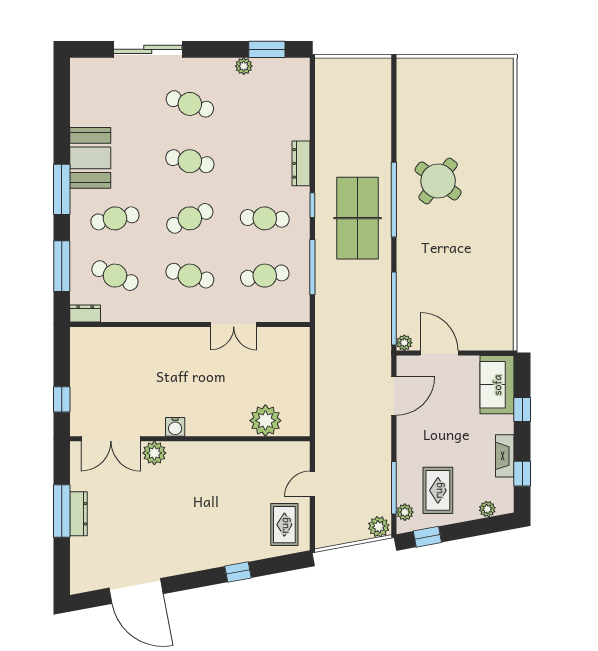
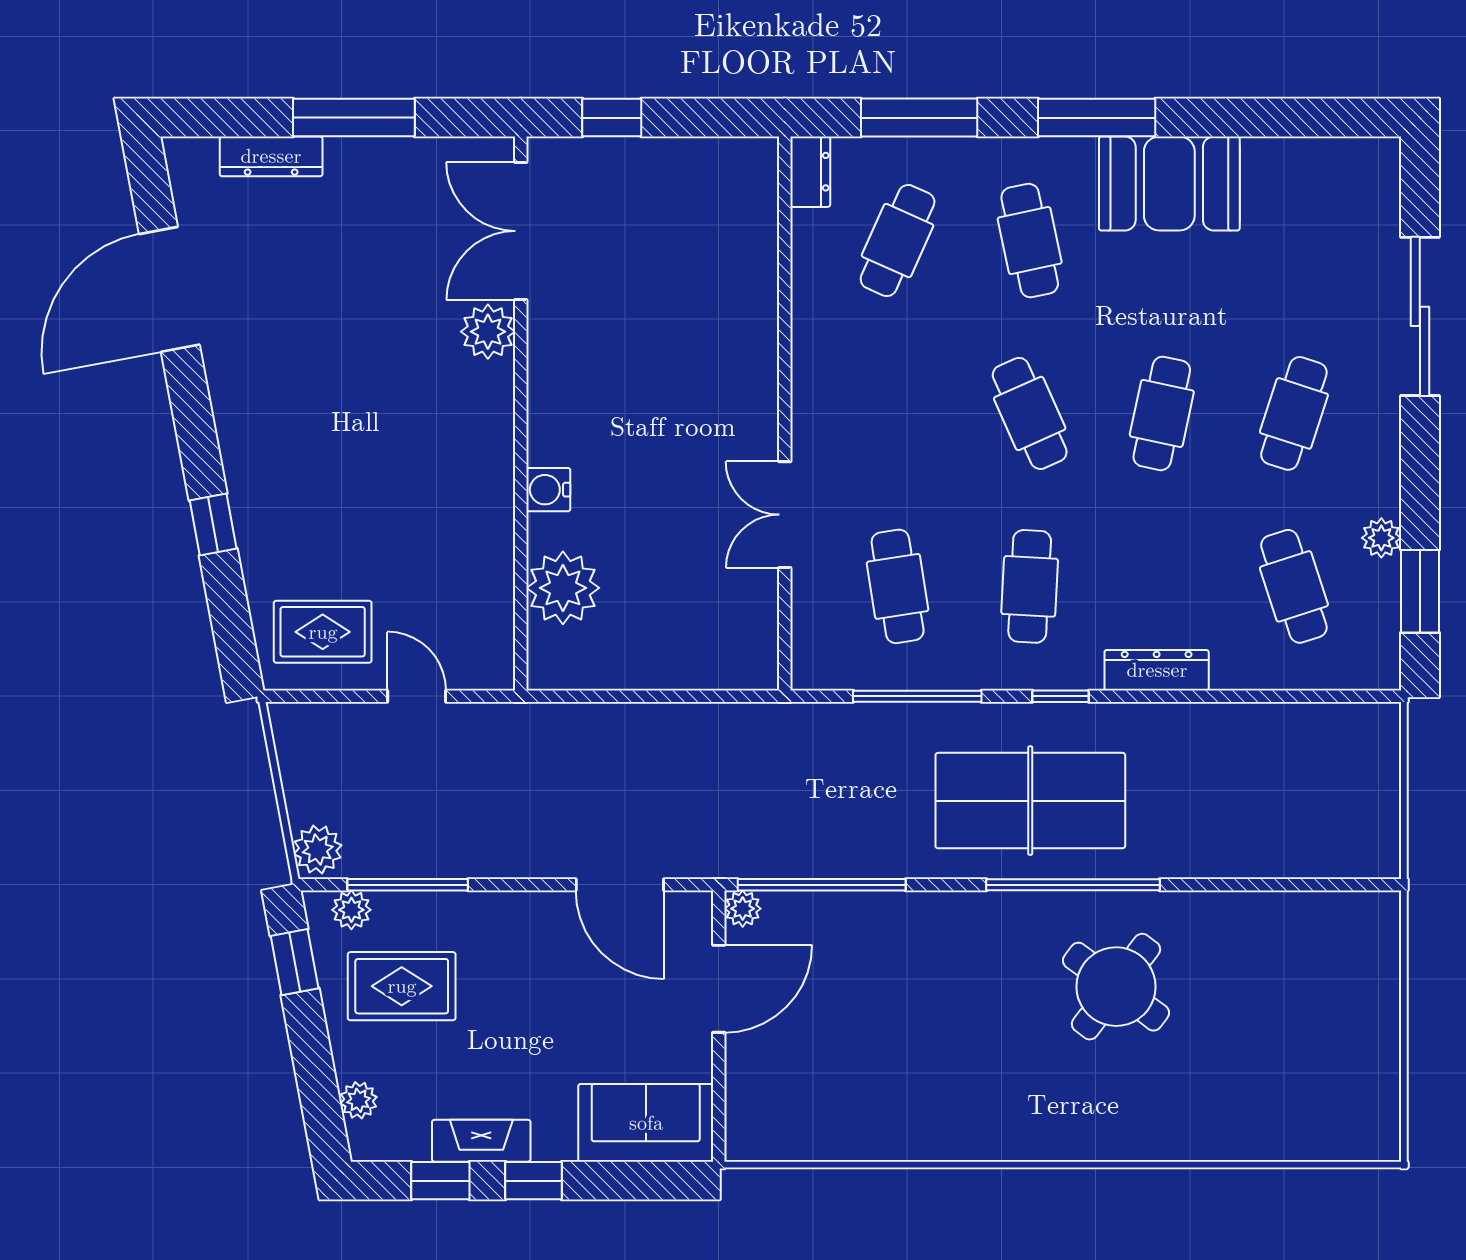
cafe table: (190, 276) -> (1294, 586), moved, turned -33
window: (522, 409) -> (533, 1181), moved
water cooler: (175, 427) -> (548, 490), moved
dresser: (79, 514) -> (271, 156), moved

